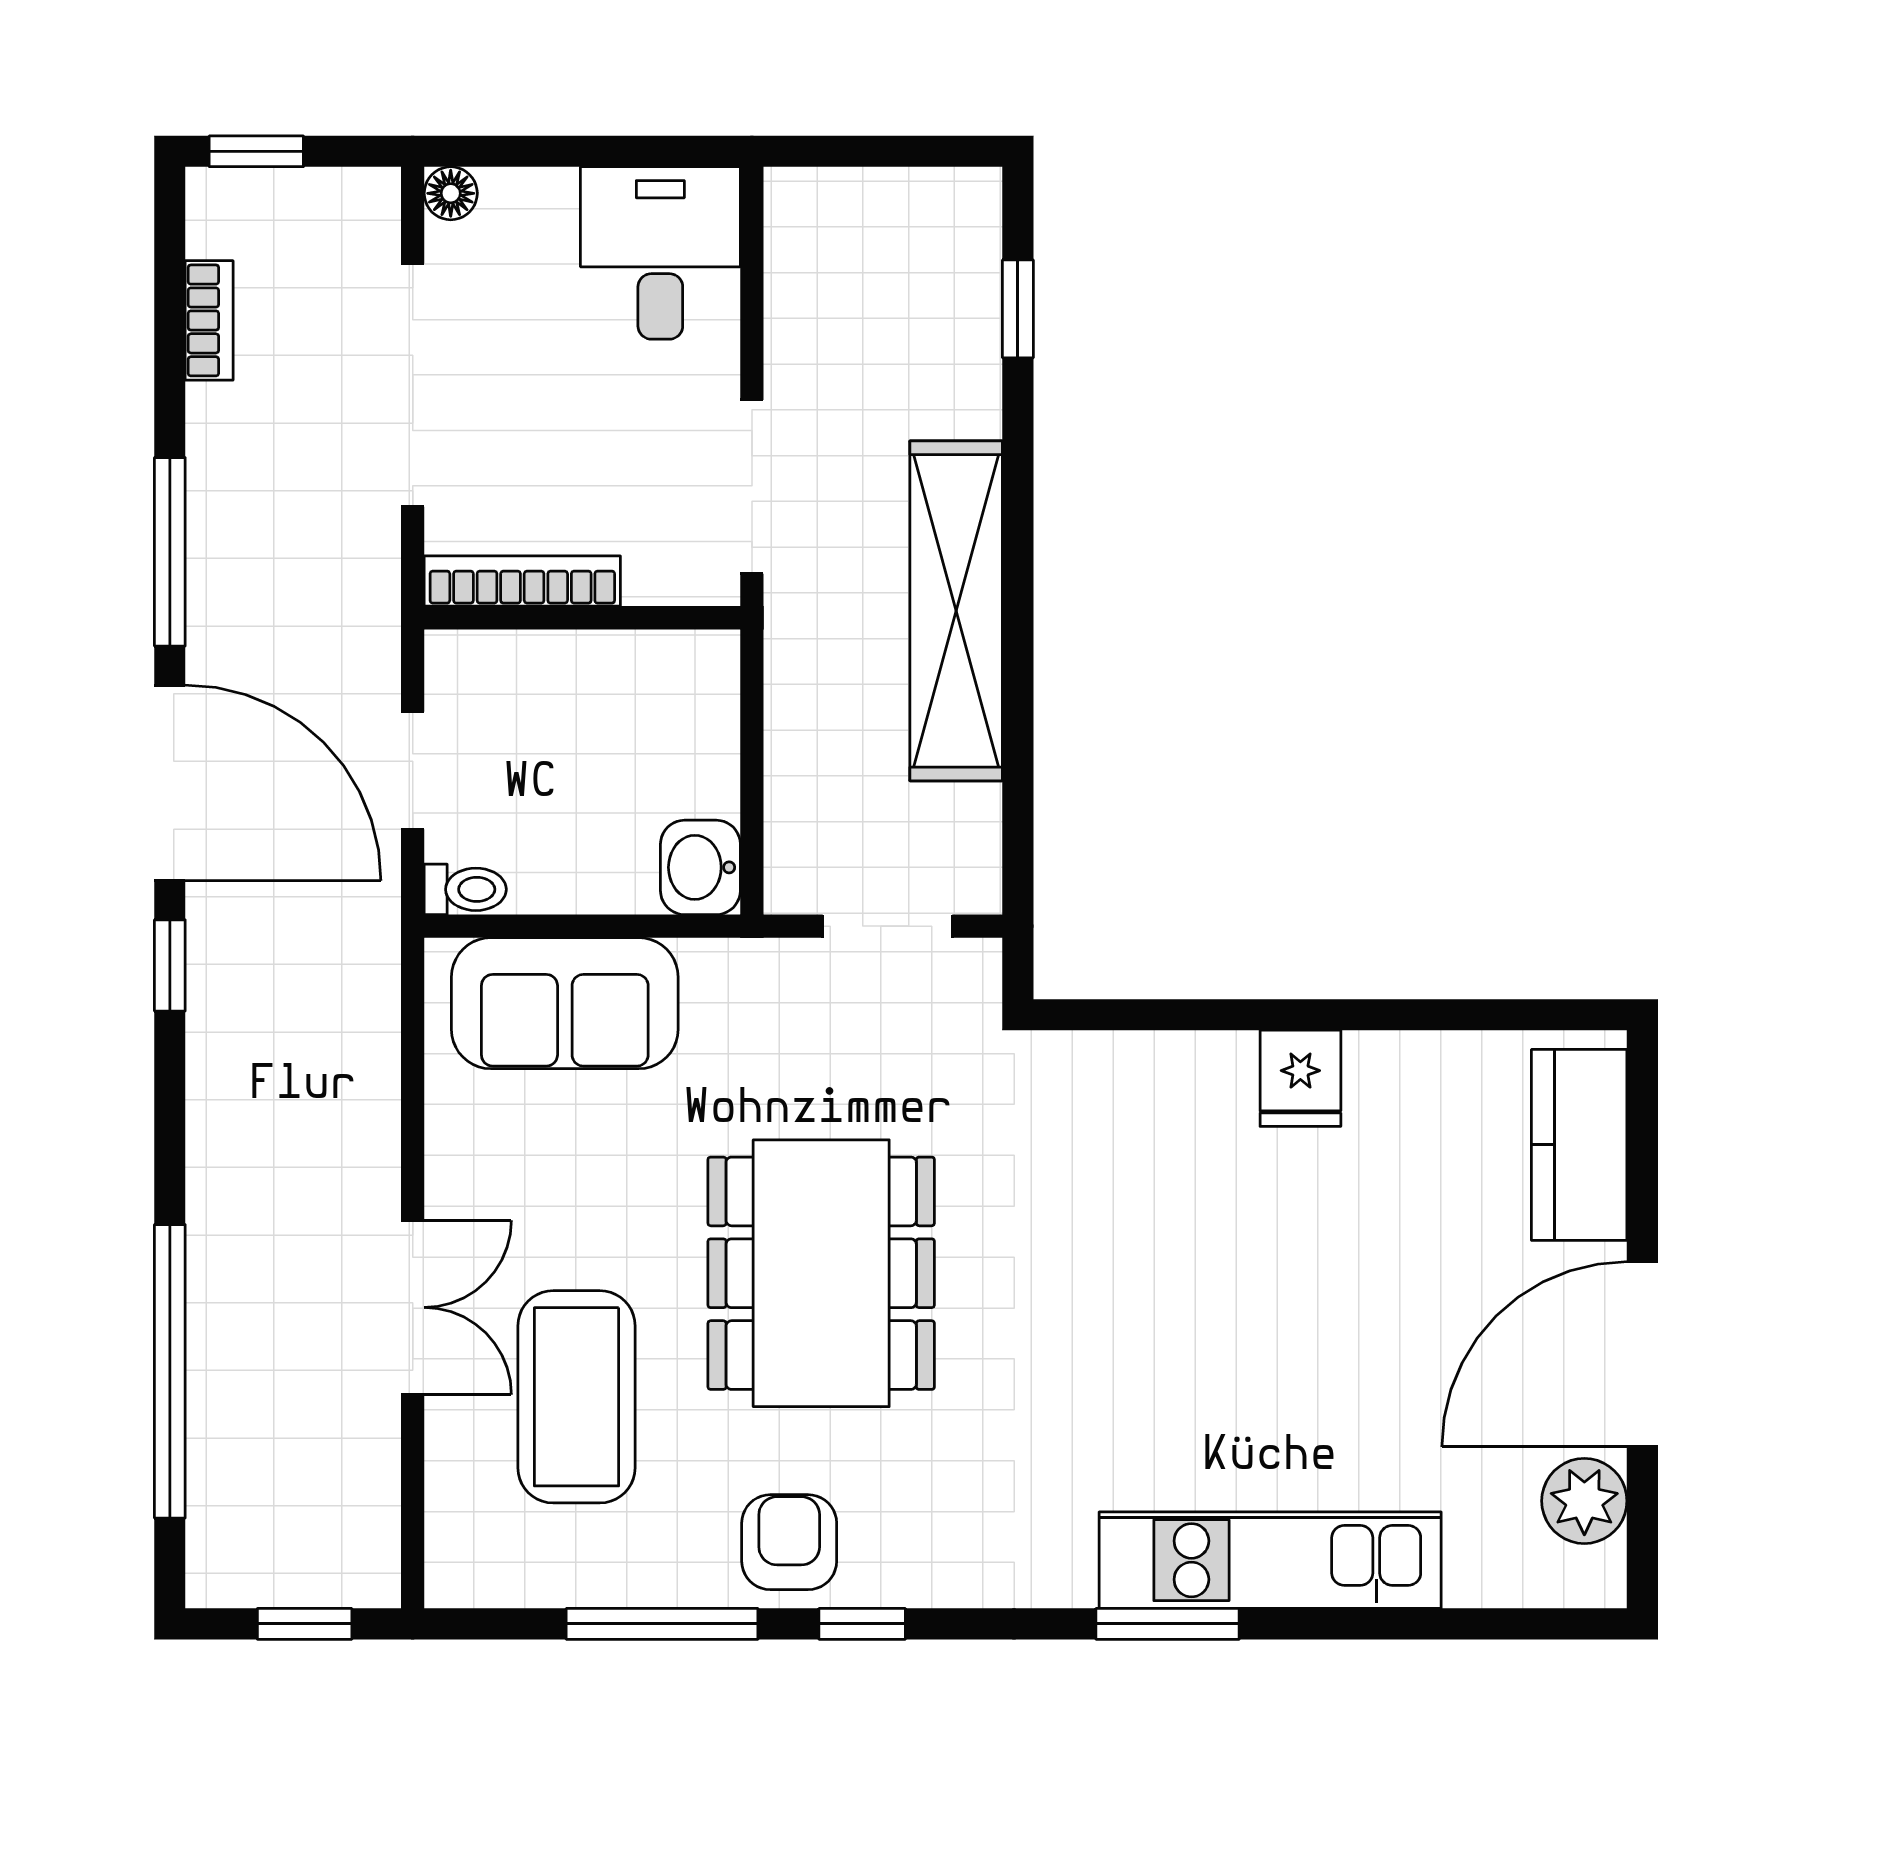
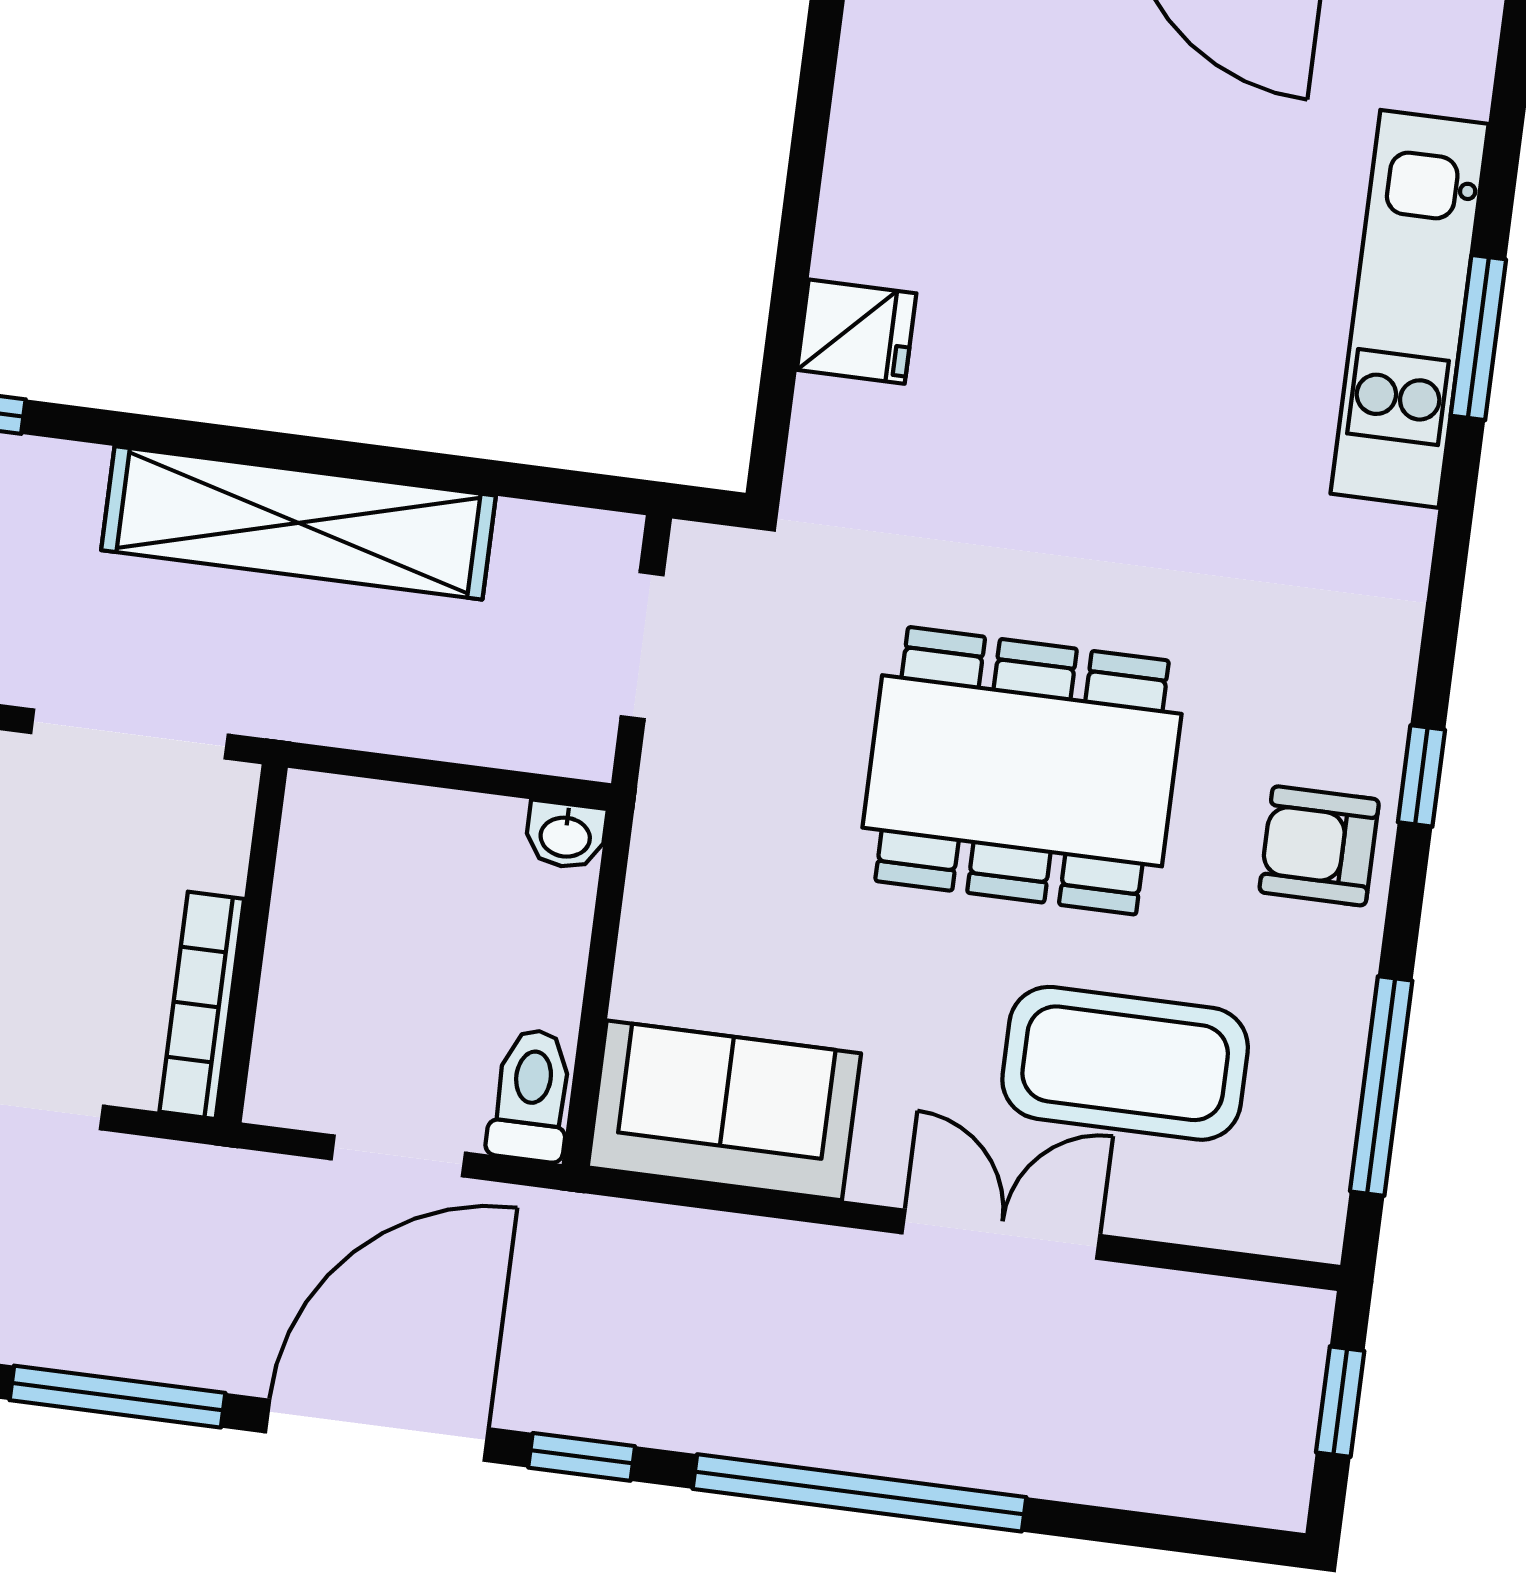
washbasin: (700, 867) -> (565, 835), width x0.72, depth x0.69
toilet: (465, 889) -> (531, 1095), width x1.37, depth x1.39
sofa: (565, 1003) -> (724, 1110), moved, turned -90
fridge: (1300, 1078) -> (857, 332), moved
window: (170, 1371) -> (859, 1493), moved
window: (662, 1624) -> (1381, 1086), moved
window: (1168, 1624) -> (1478, 338), moved

